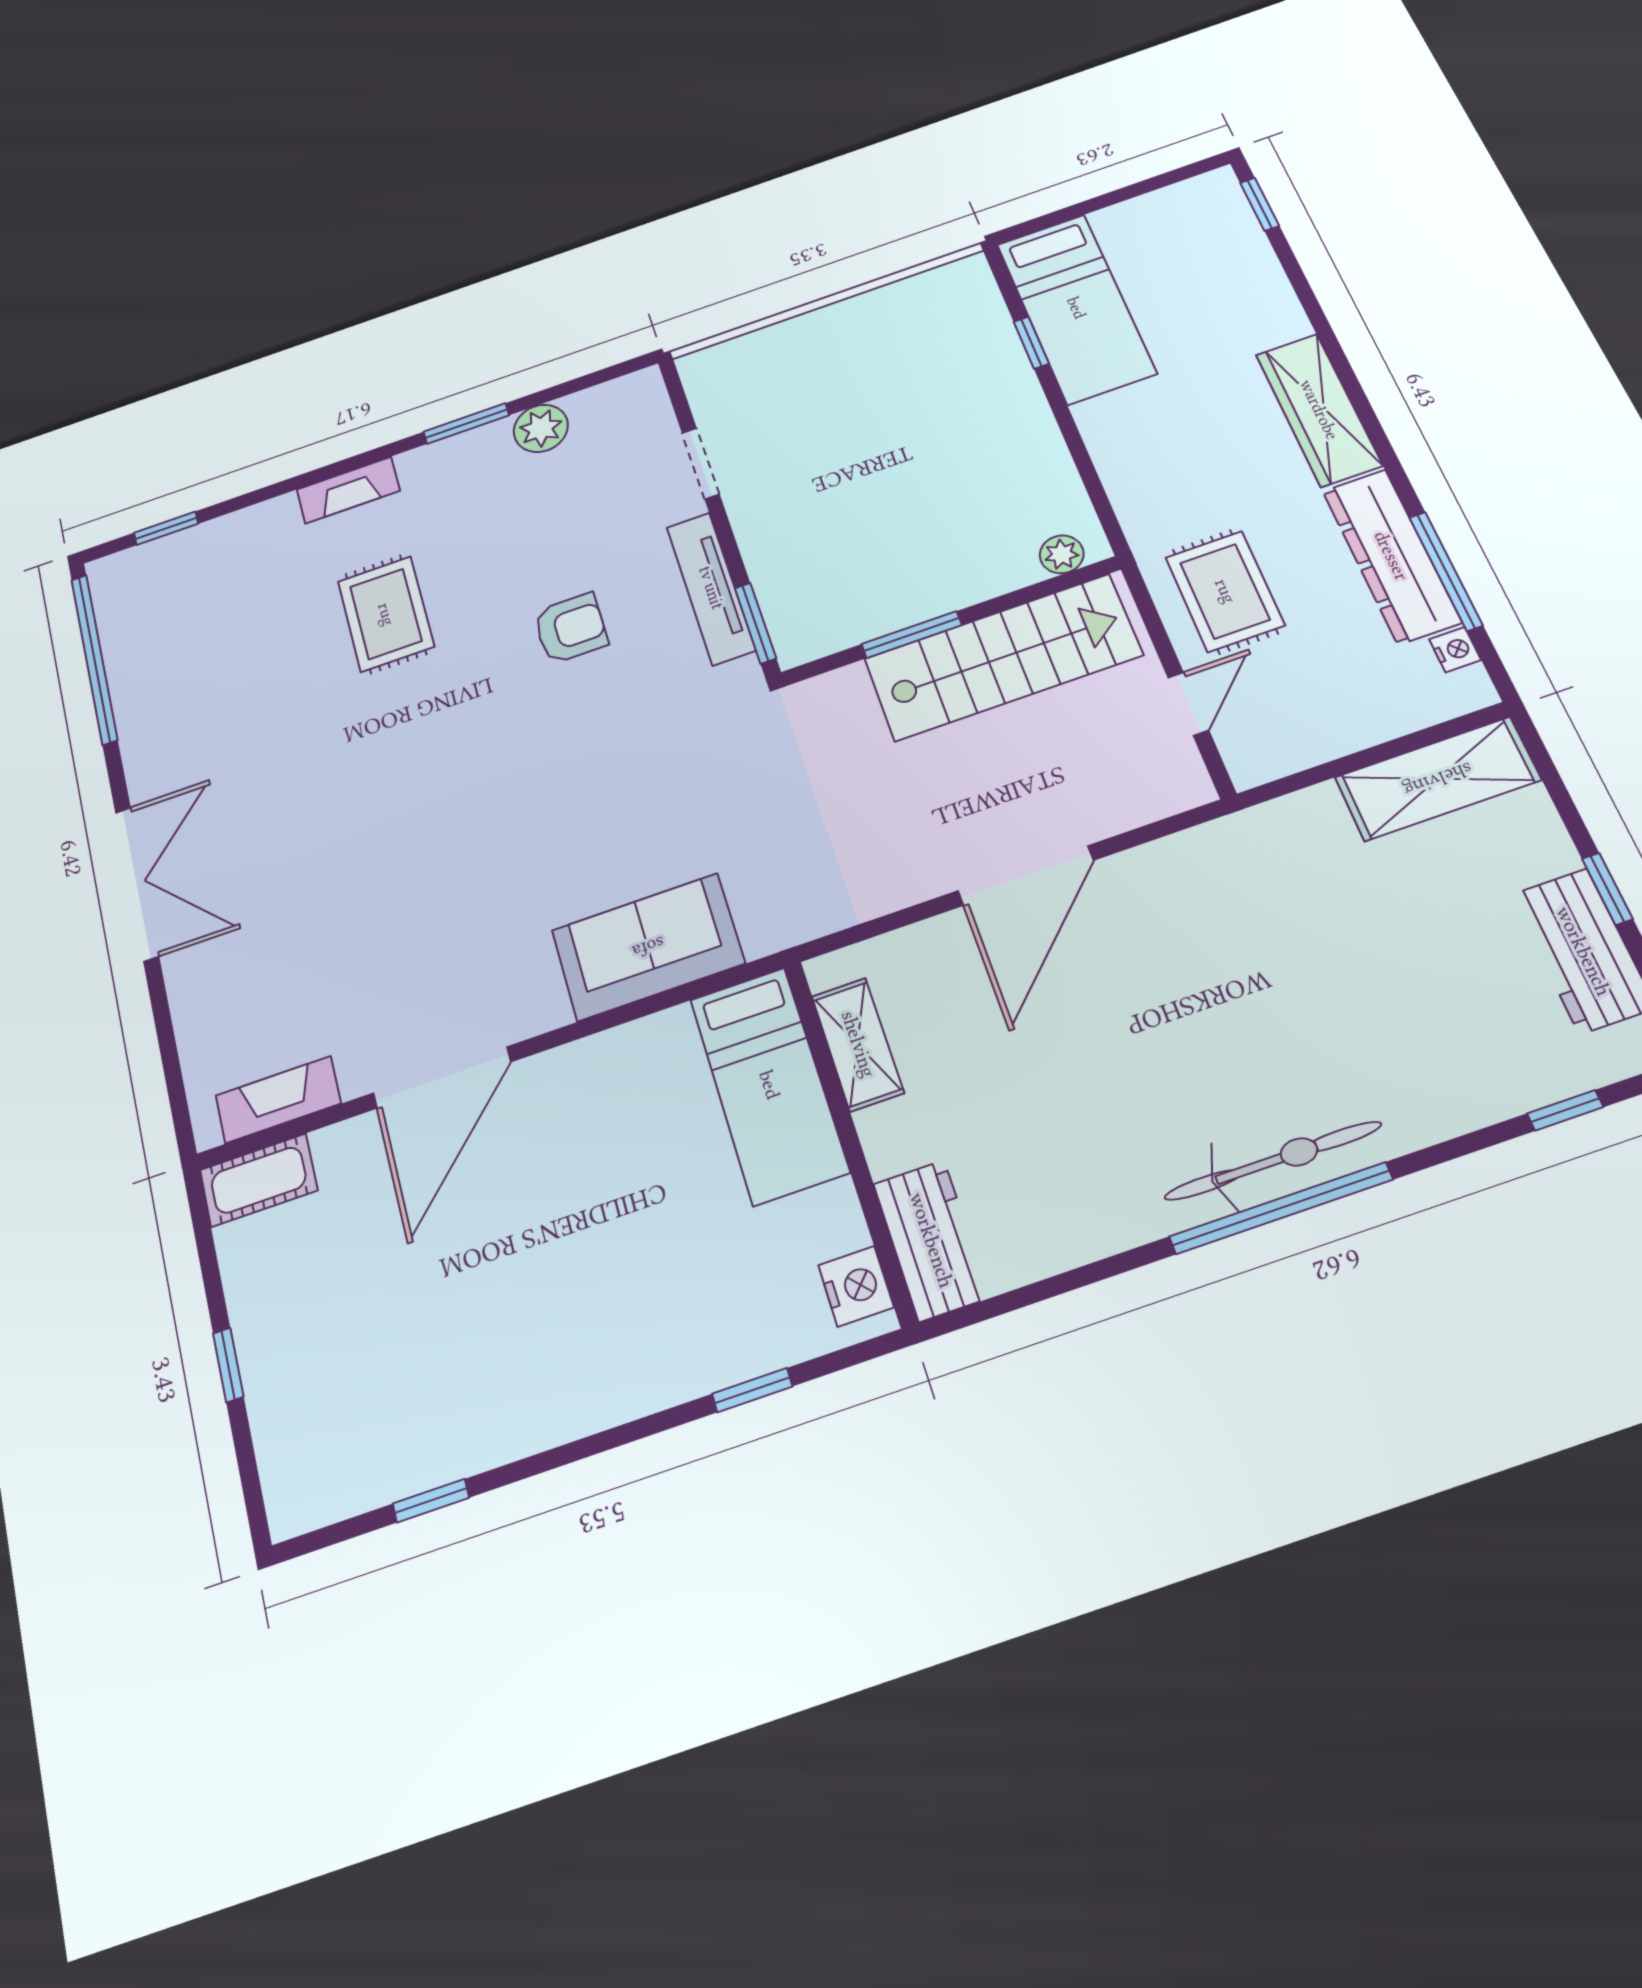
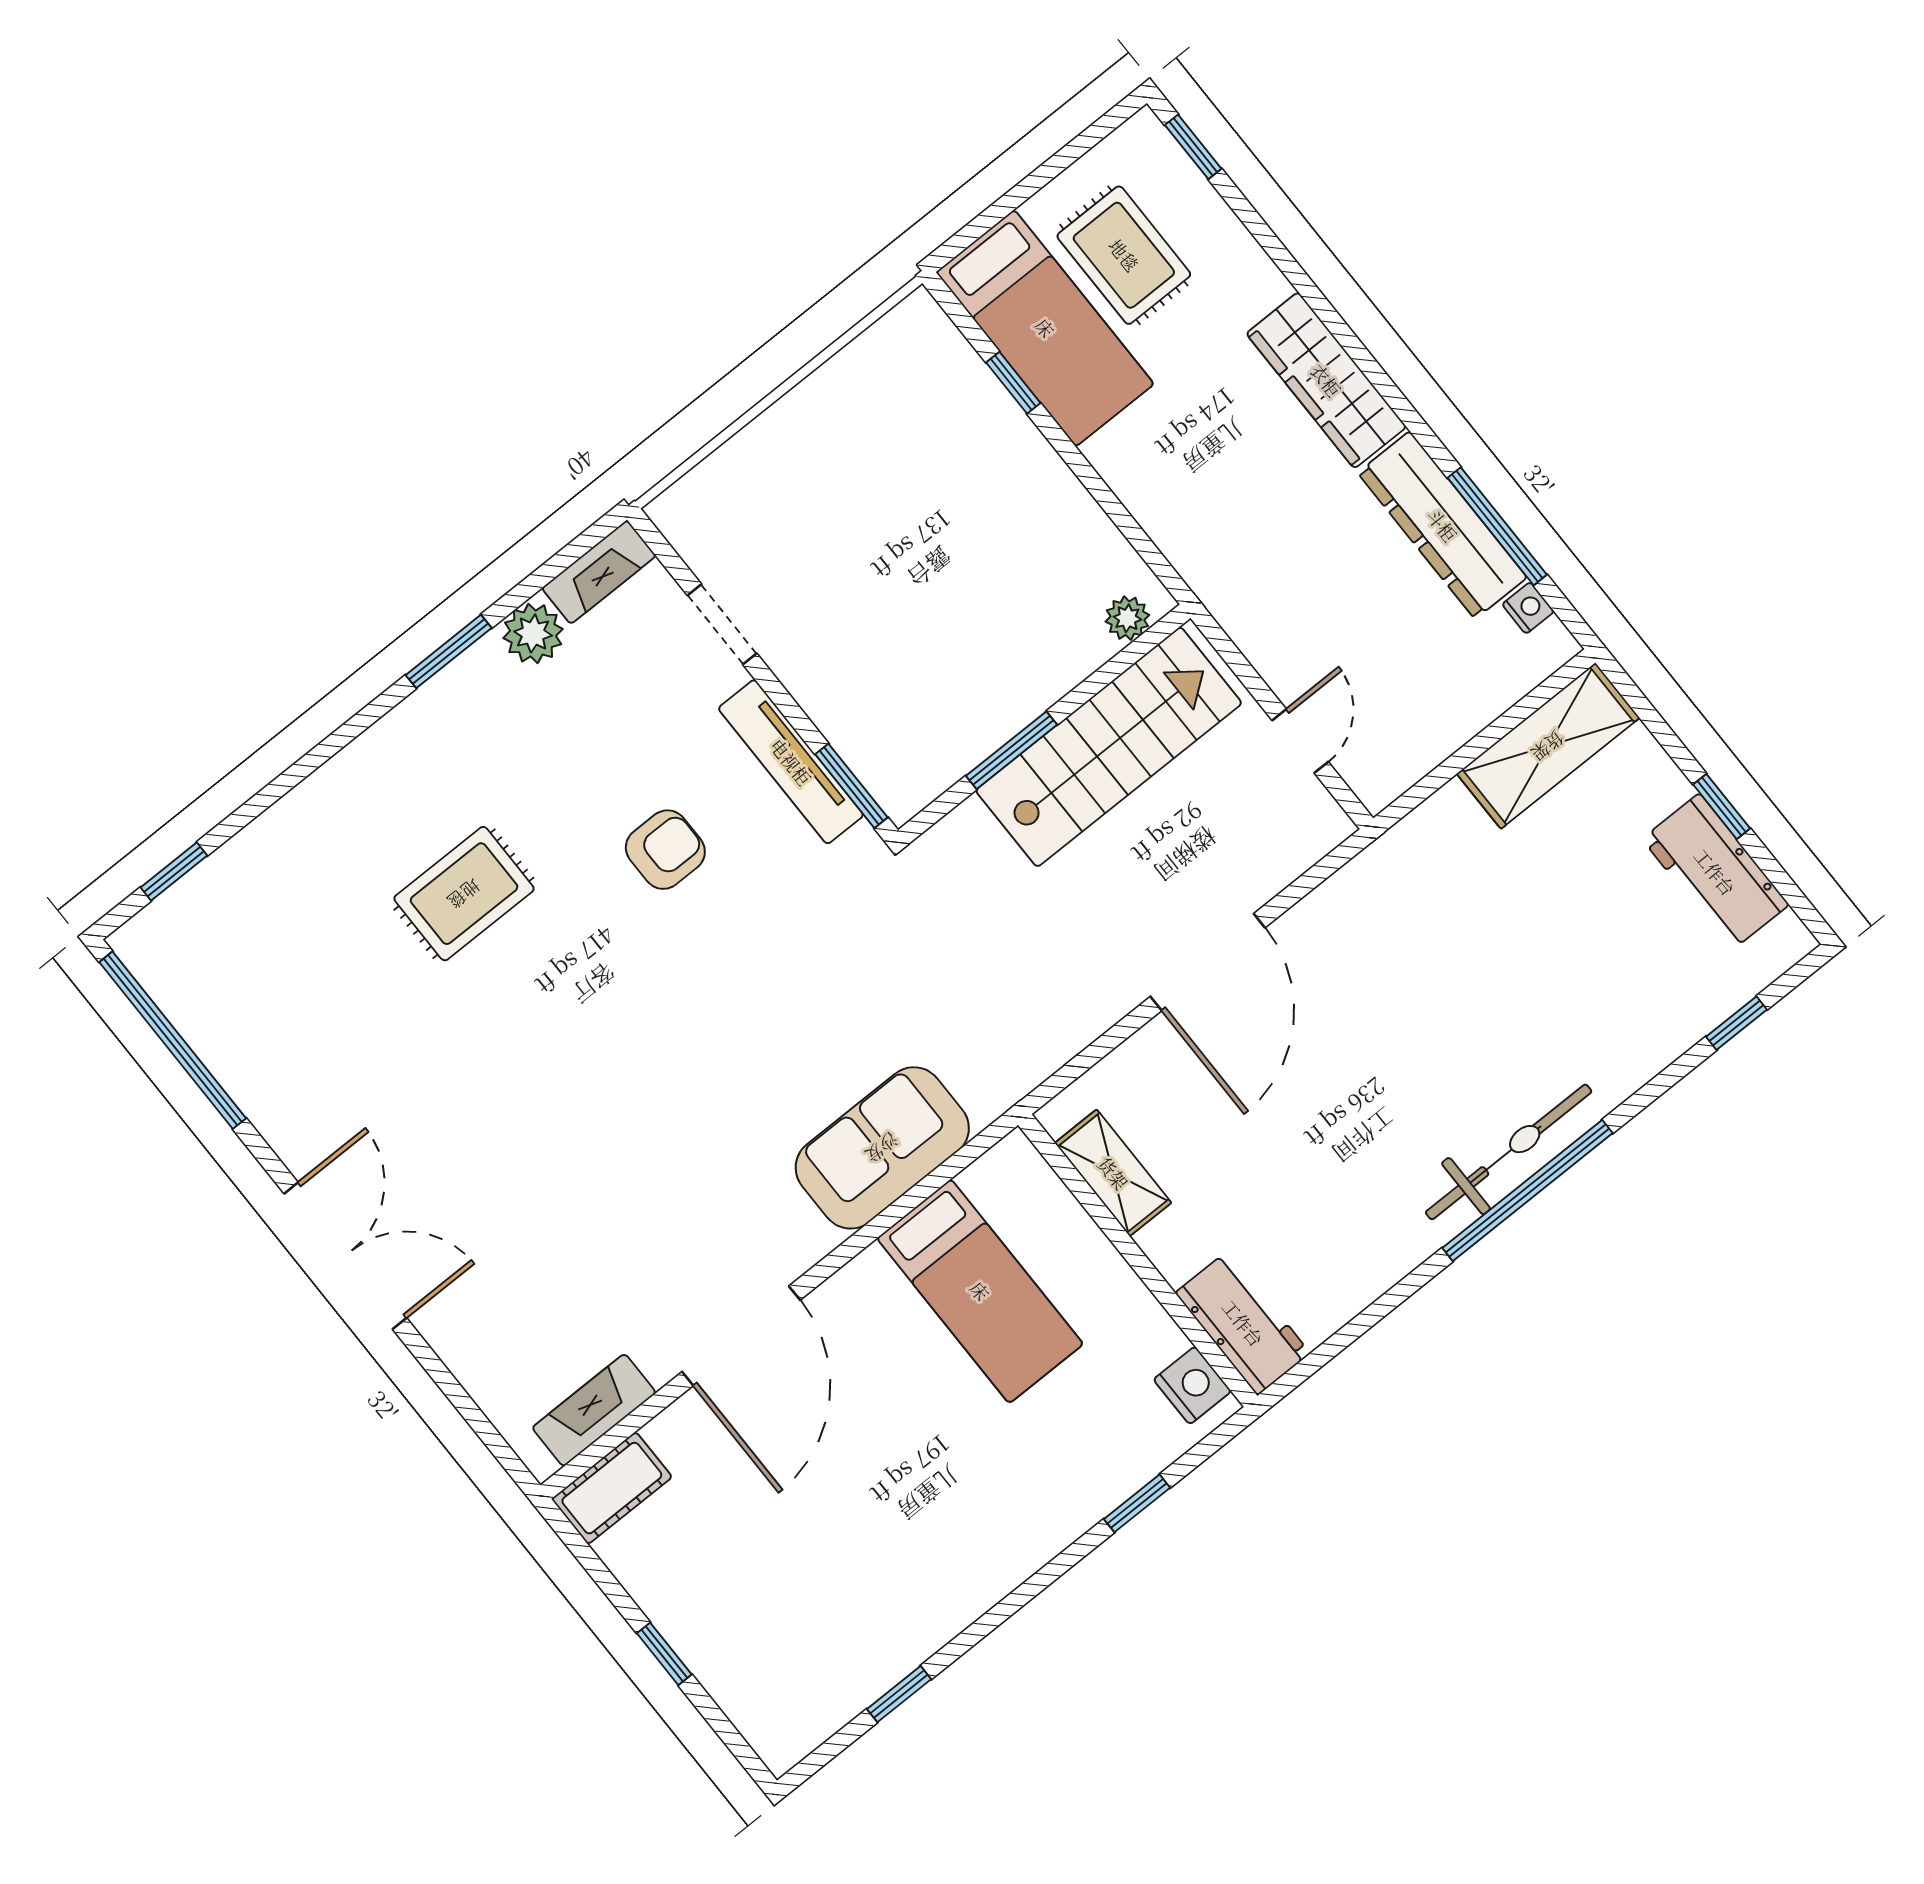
fireplace: (348, 490) -> (599, 572), moved
rug: (1225, 591) -> (1124, 255), moved
rug: (386, 614) -> (464, 894), turned 90
bed: (769, 1085) -> (980, 1291), moved

